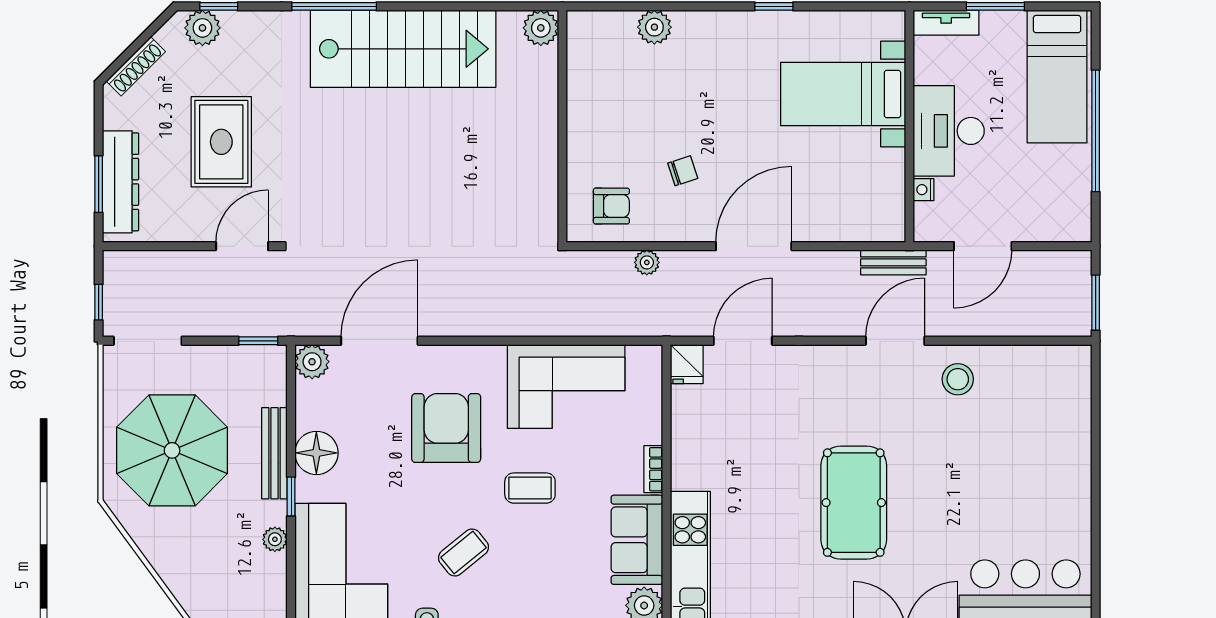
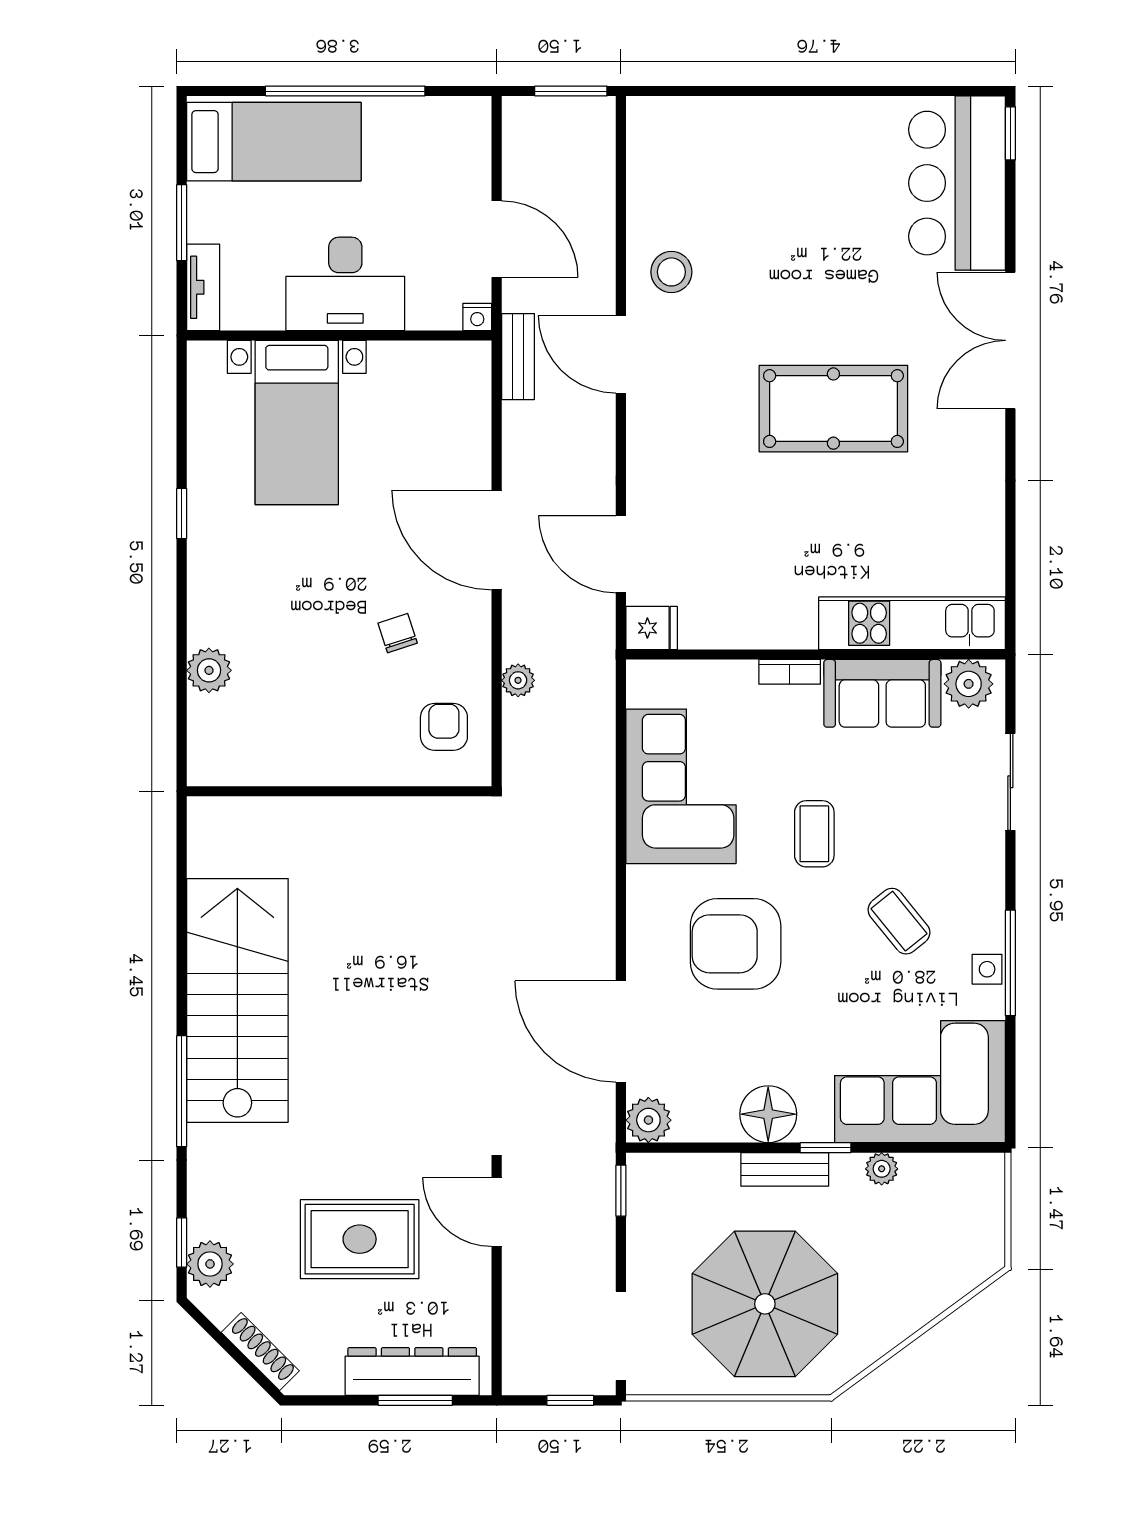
plant: (541, 28) -> (210, 820), removed
nightstand: (924, 190) -> (477, 317), moved
bench: (274, 453) -> (785, 1169), width x0.73

